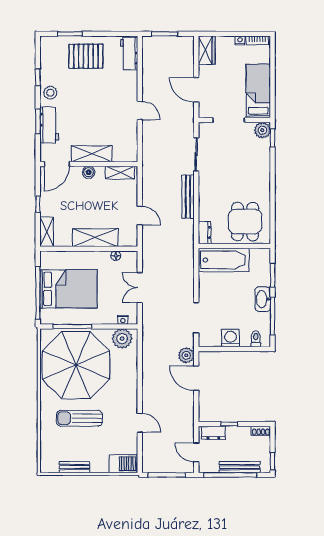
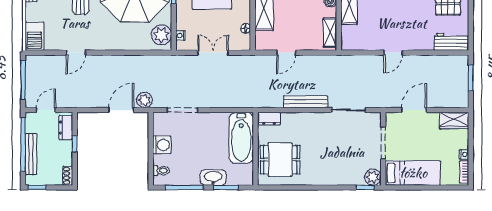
washbasin: (263, 299) -> (213, 177), moved

